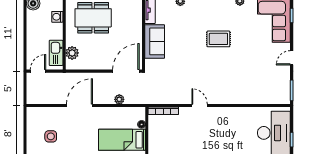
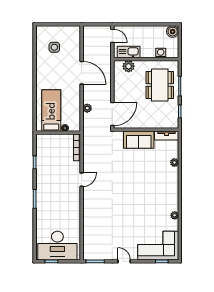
rug: (218, 39) -> (141, 196), removed
door: (126, 71) -> (112, 114), hinge flipped

